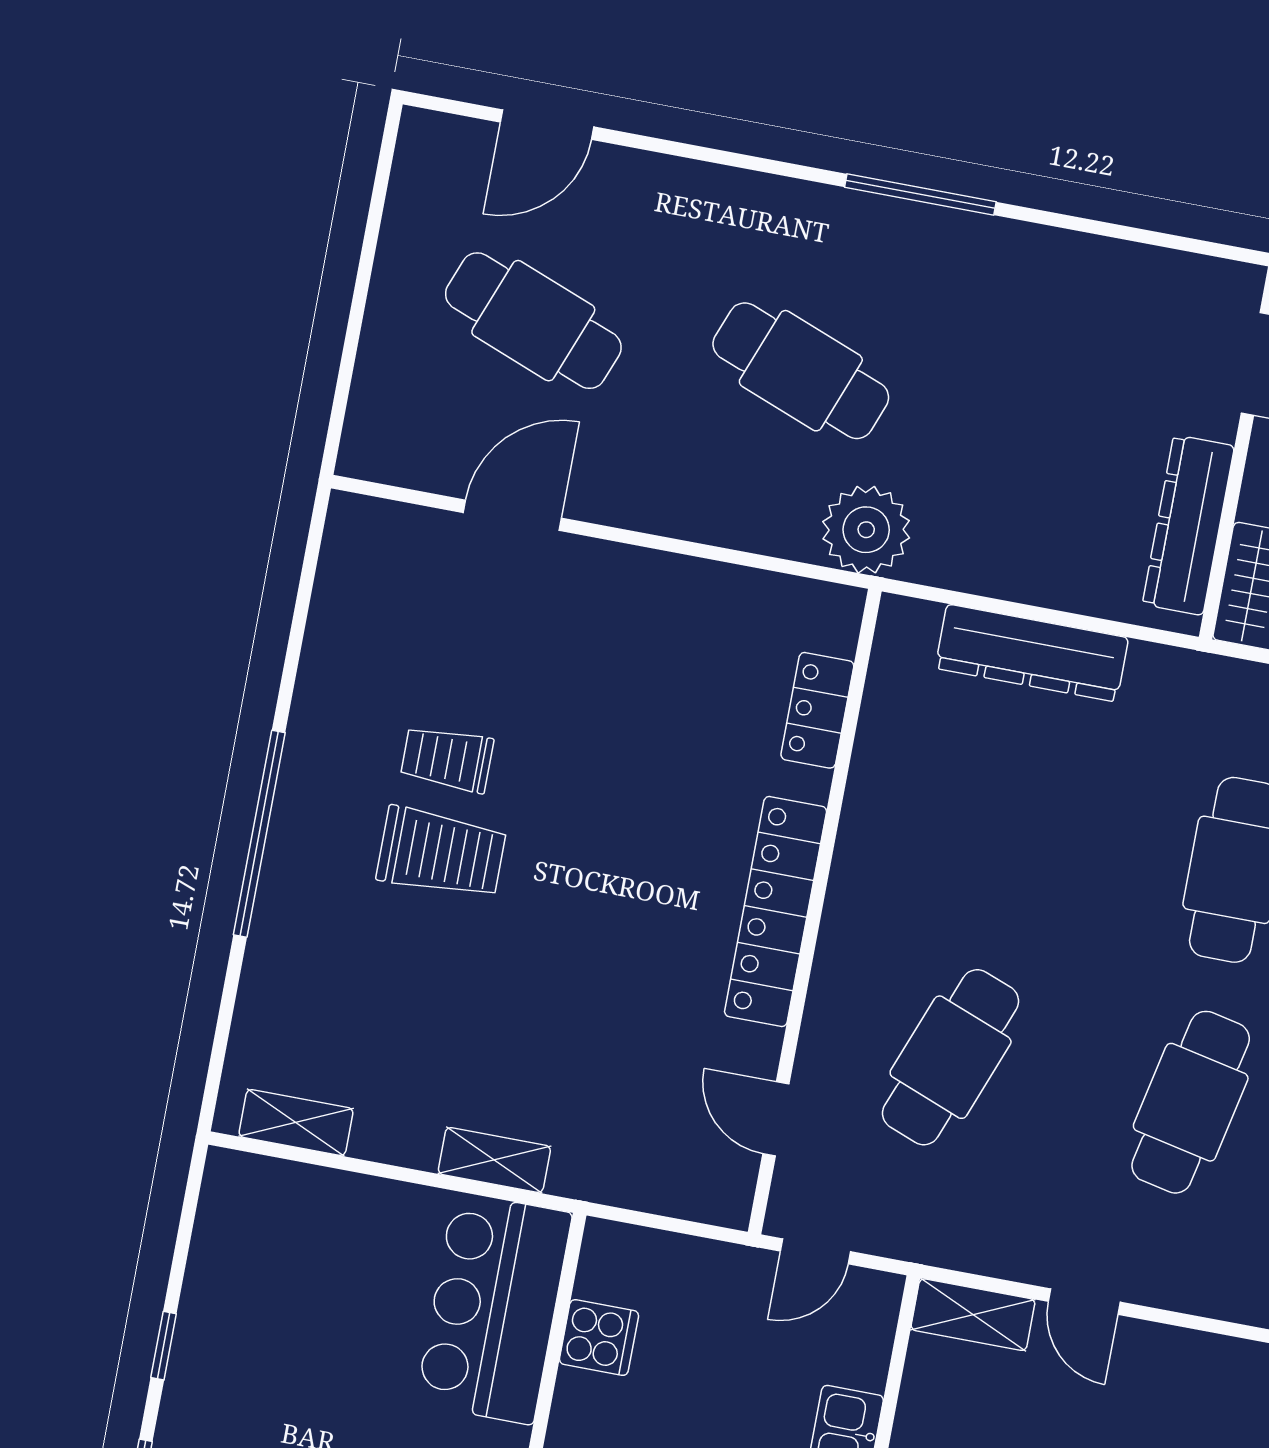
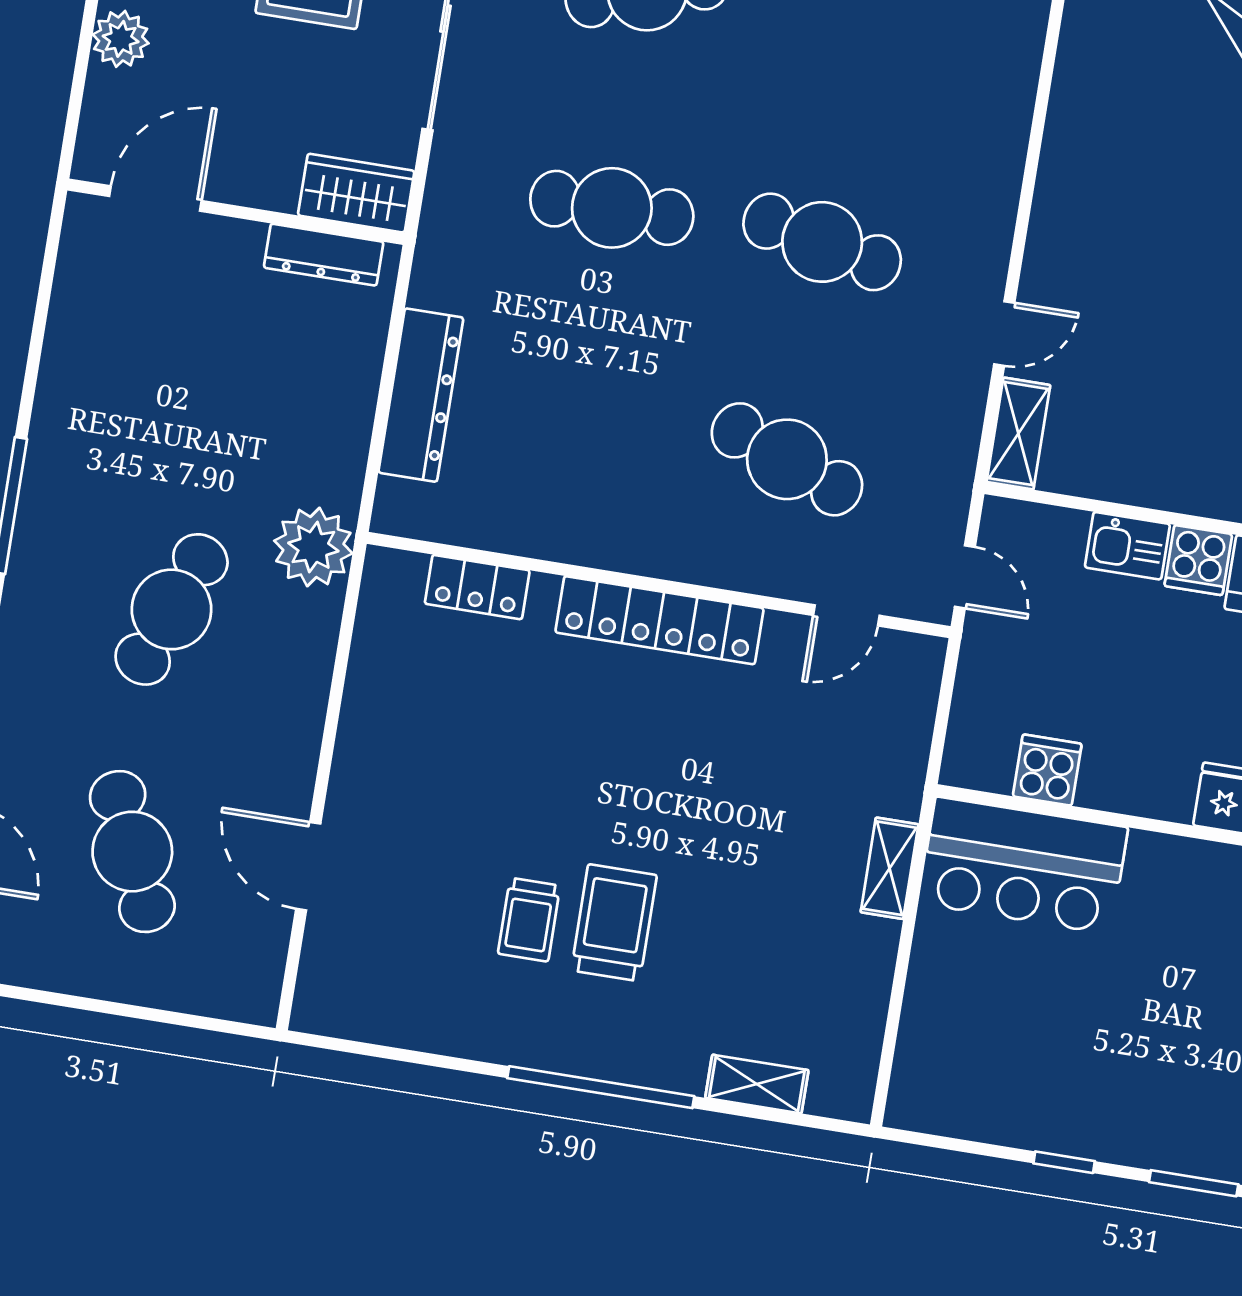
cafe table: (533, 321) -> (132, 852), turned -45
dresser: (1188, 525) -> (324, 255), width x0.73, depth x0.80
shelving: (296, 1122) -> (757, 1084), moved, turned 90

